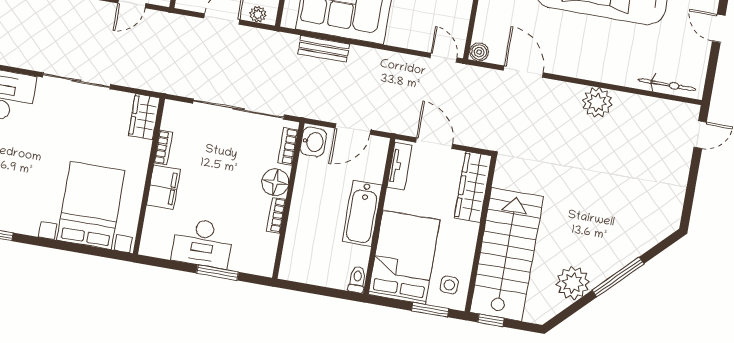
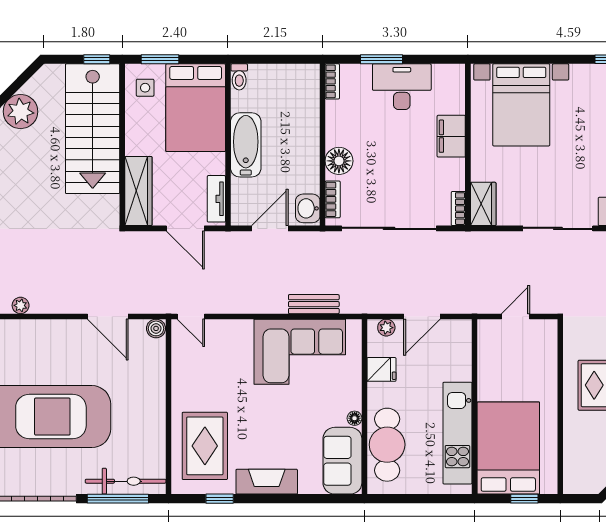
plant: (597, 103) -> (21, 305), width x0.53, depth x0.53
bookcase: (163, 148) -> (458, 209), moved
bookcase: (276, 215) -> (332, 81), moved

